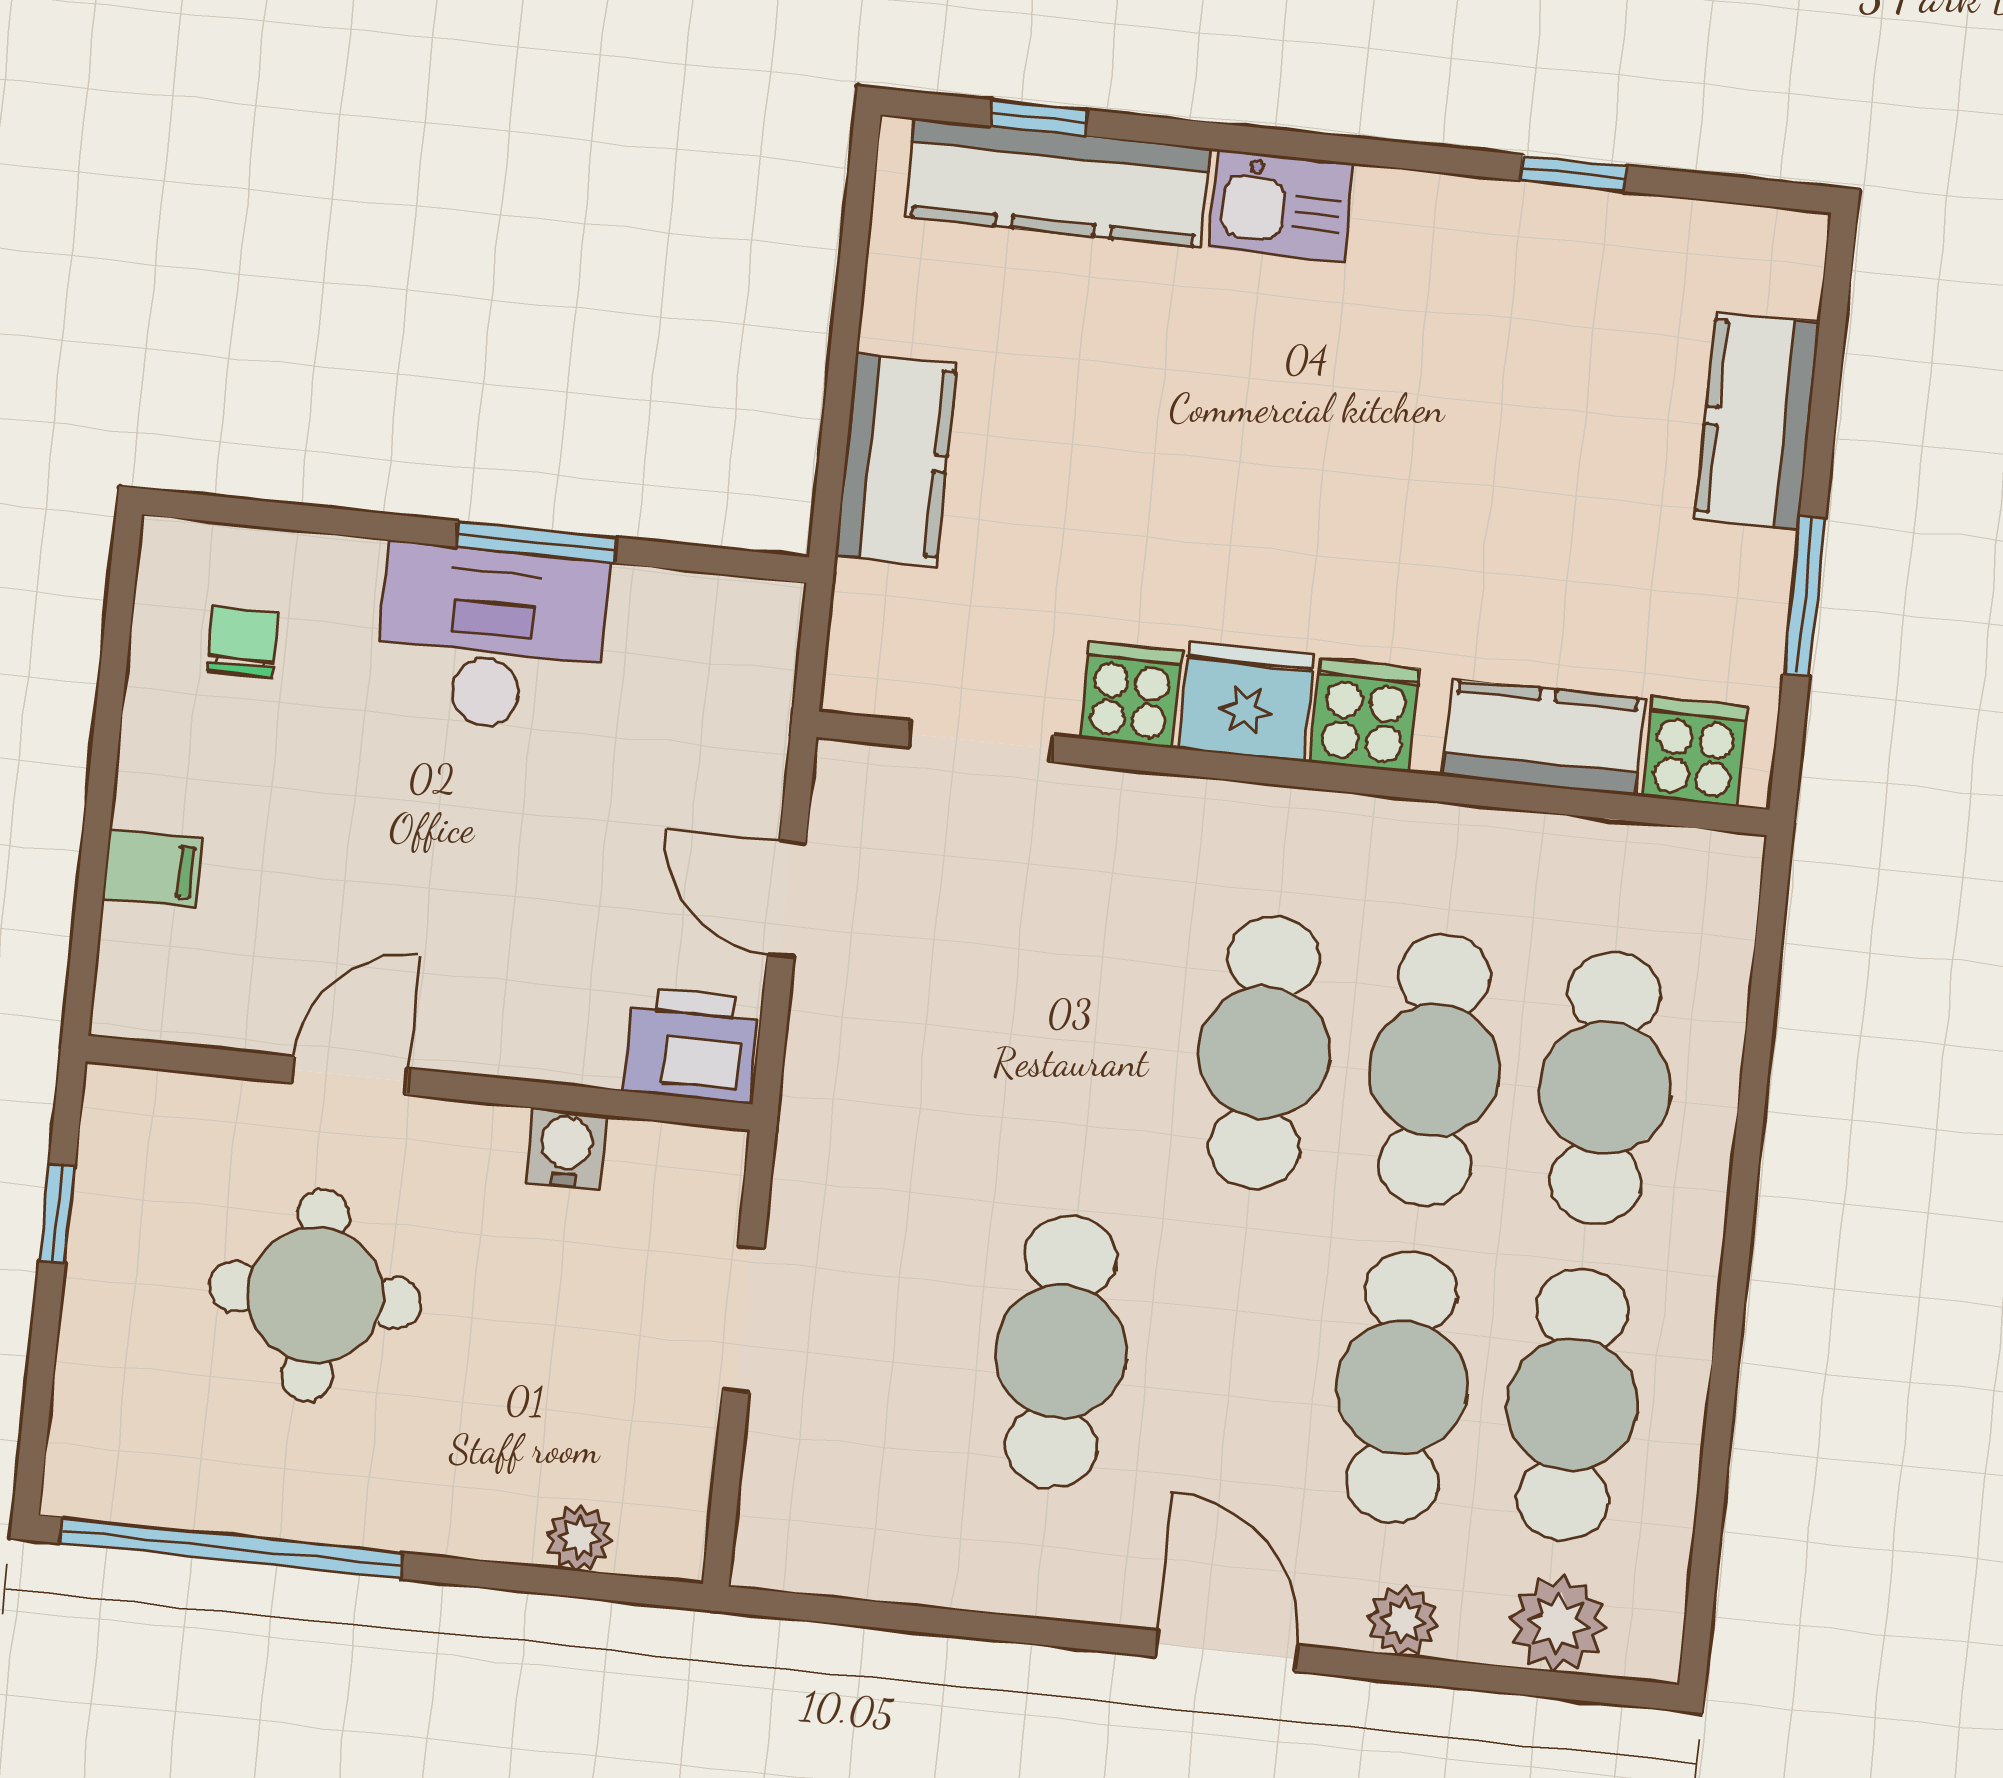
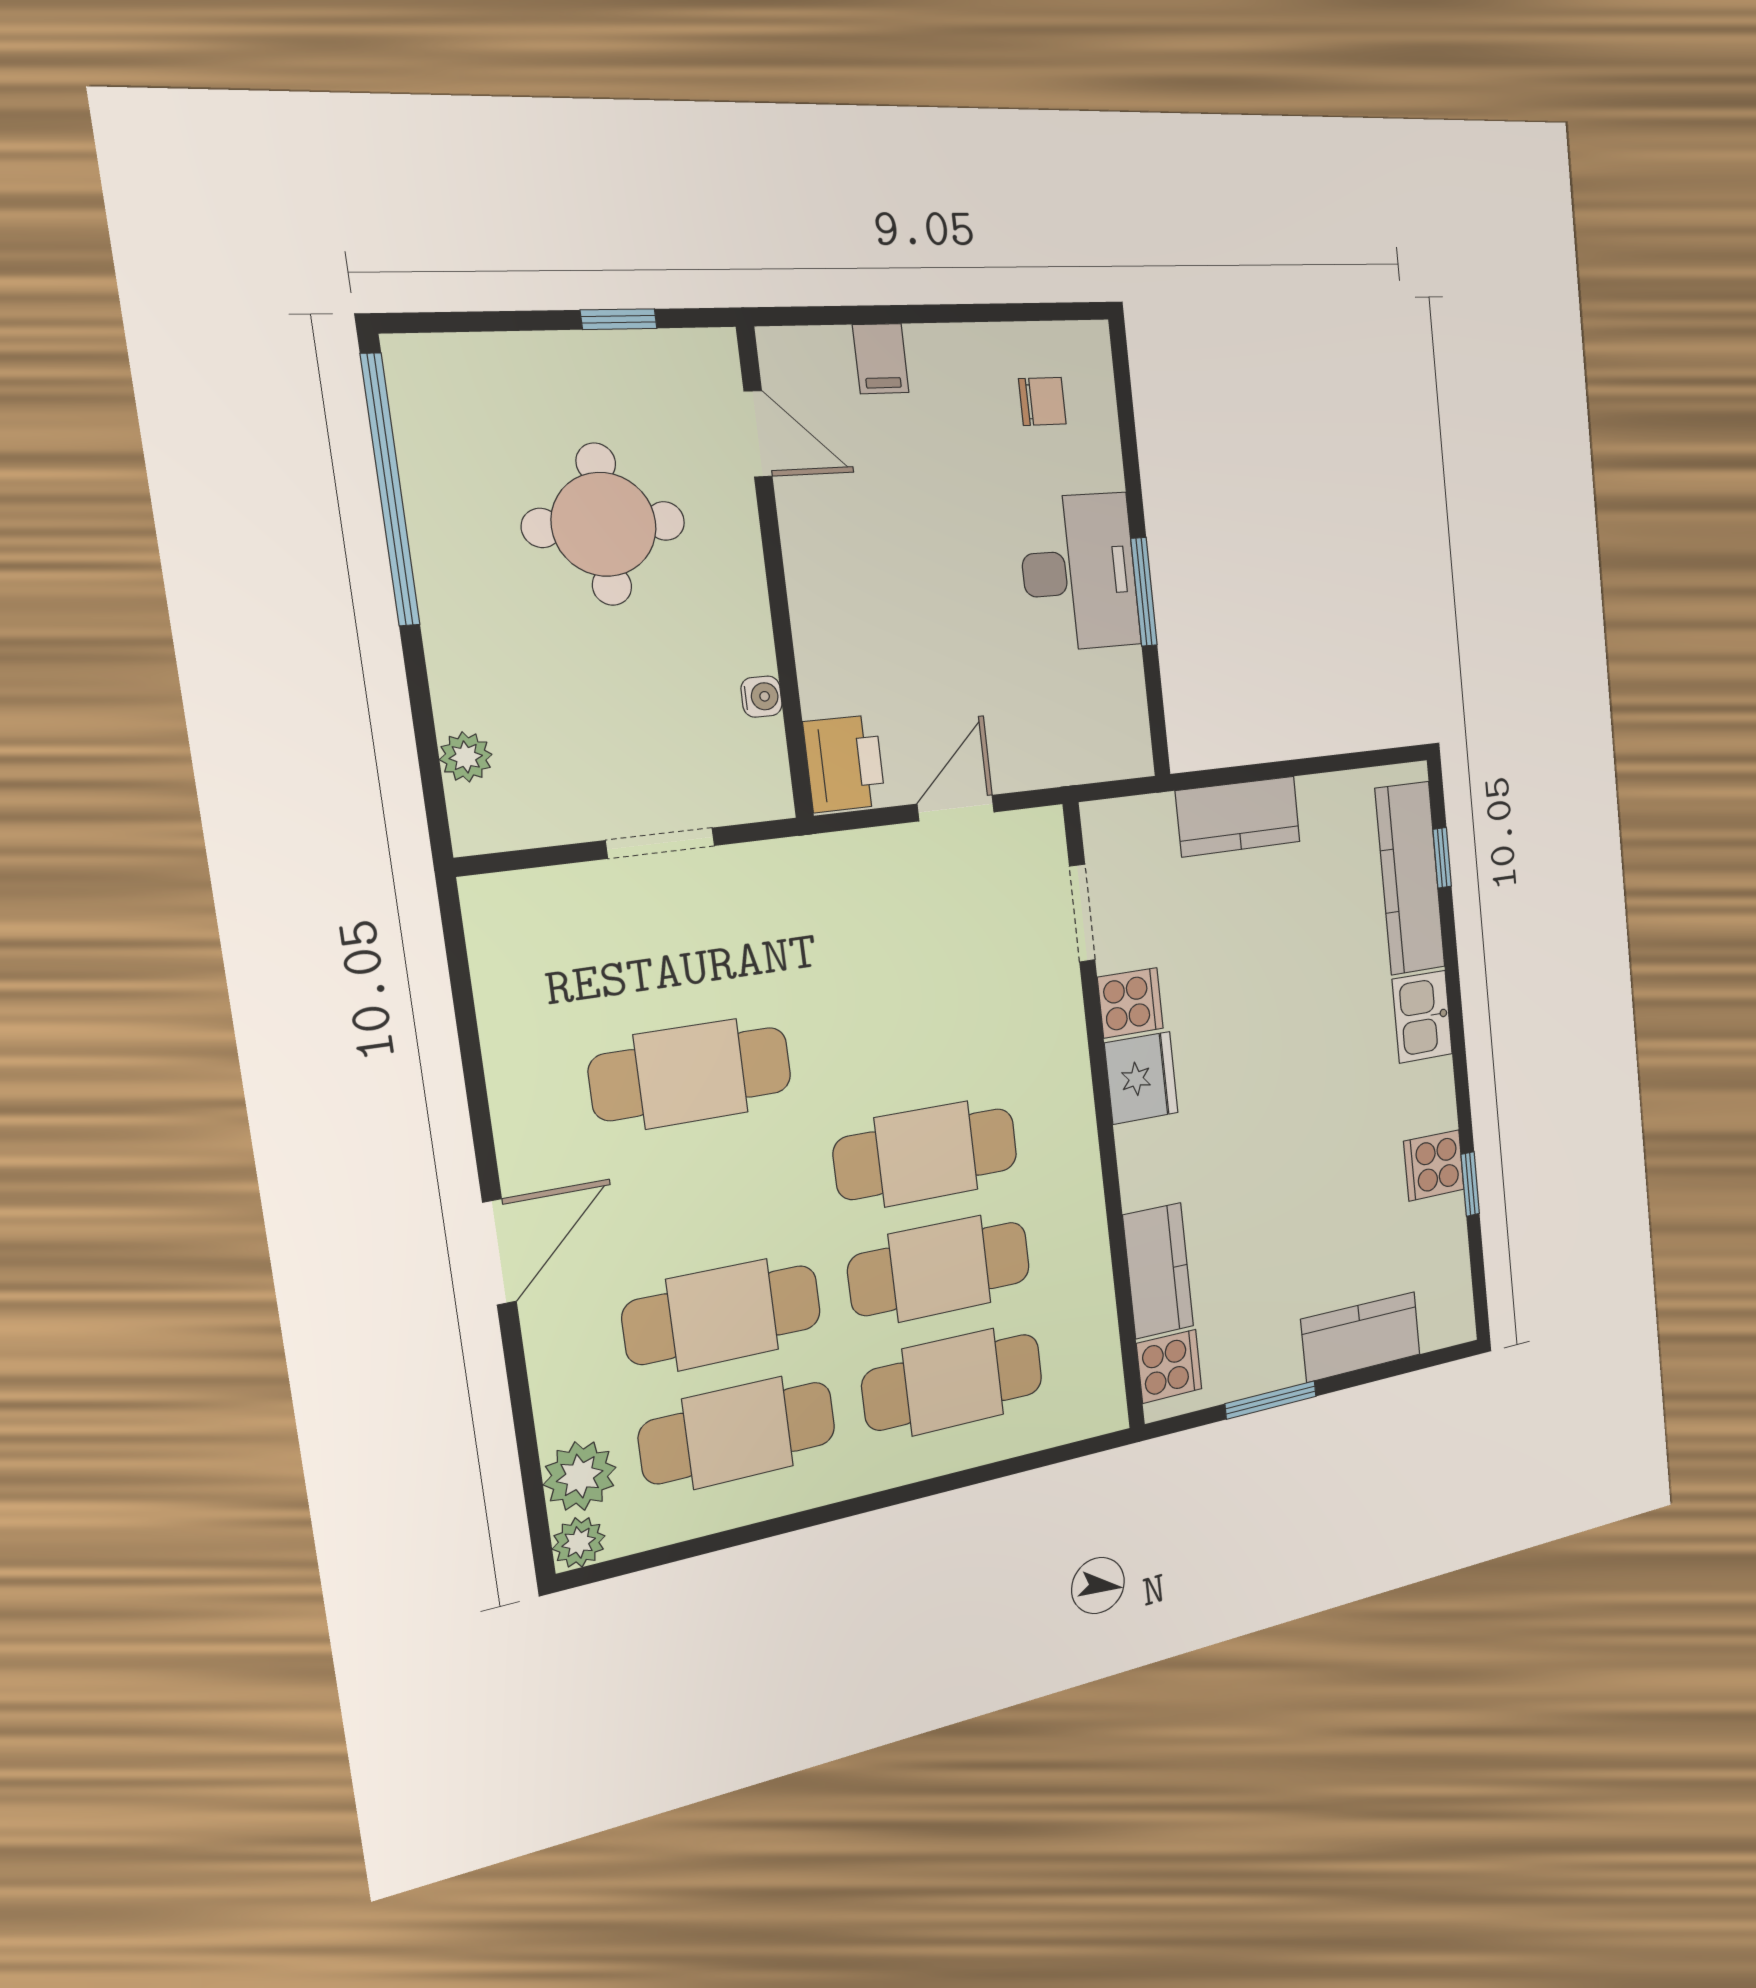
cooker: (1365, 716) -> (1434, 1165), moved, turned 180
door: (350, 1076) -> (758, 434), moved
water cooler: (566, 1148) -> (761, 697), width x0.72, depth x0.72
plant: (1403, 1621) -> (579, 1542), moved

